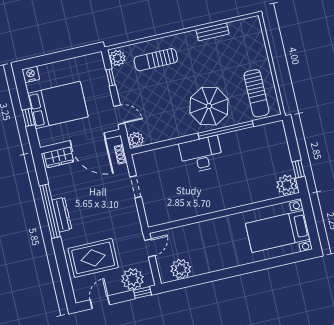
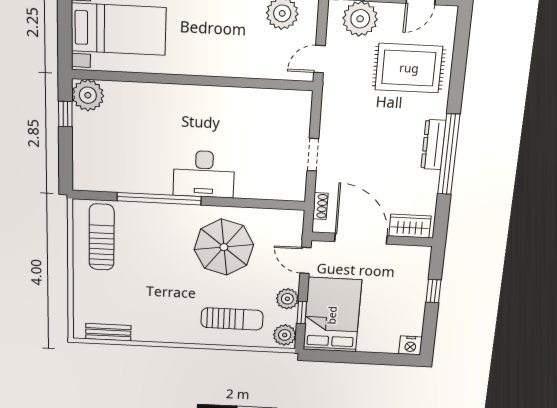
bench: (212, 32) -> (108, 332), moved
bed: (58, 105) -> (332, 315), moved, turned 90
parasol: (209, 106) -> (224, 247), moved
plant: (136, 140) -> (287, 299), moved

